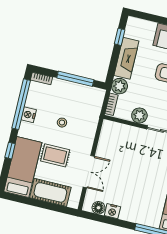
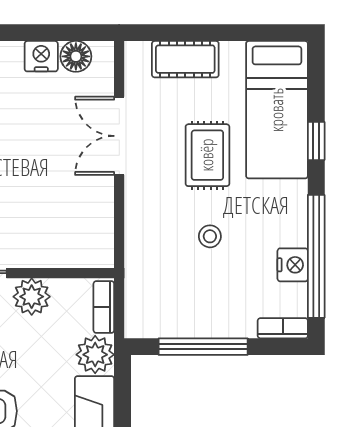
nightstand: (29, 115) -> (293, 265), moved
rug: (55, 155) -> (207, 155), turned 90
cot: (50, 192) -> (185, 59), width x0.73, depth x0.75

